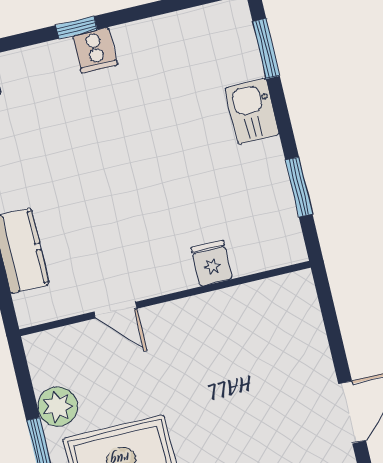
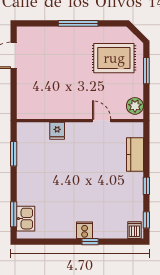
kitchen sink: (252, 111) -> (26, 219), moved
plant: (58, 407) -> (135, 106), moved

